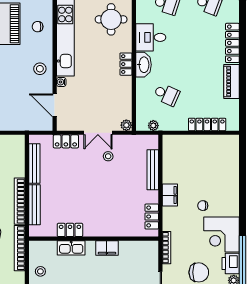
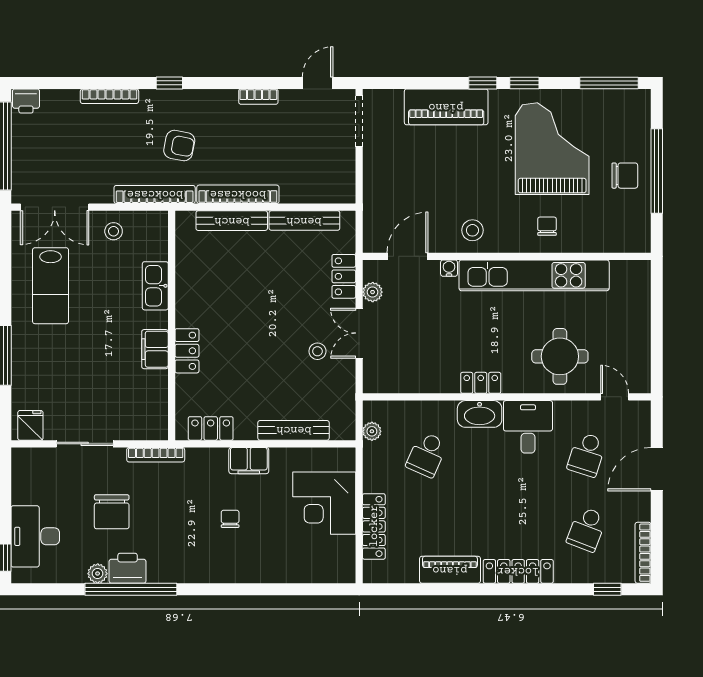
plant: (126, 125) -> (373, 292), moved
locker: (70, 230) -> (187, 351), moved
corner desk: (222, 234) -> (324, 503), moved, turned -90

